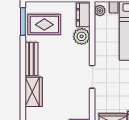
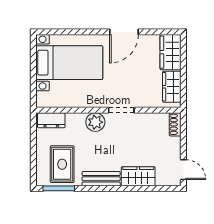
plant: (100, 11) -> (46, 101), removed
plant: (82, 36) -> (95, 122), moved

